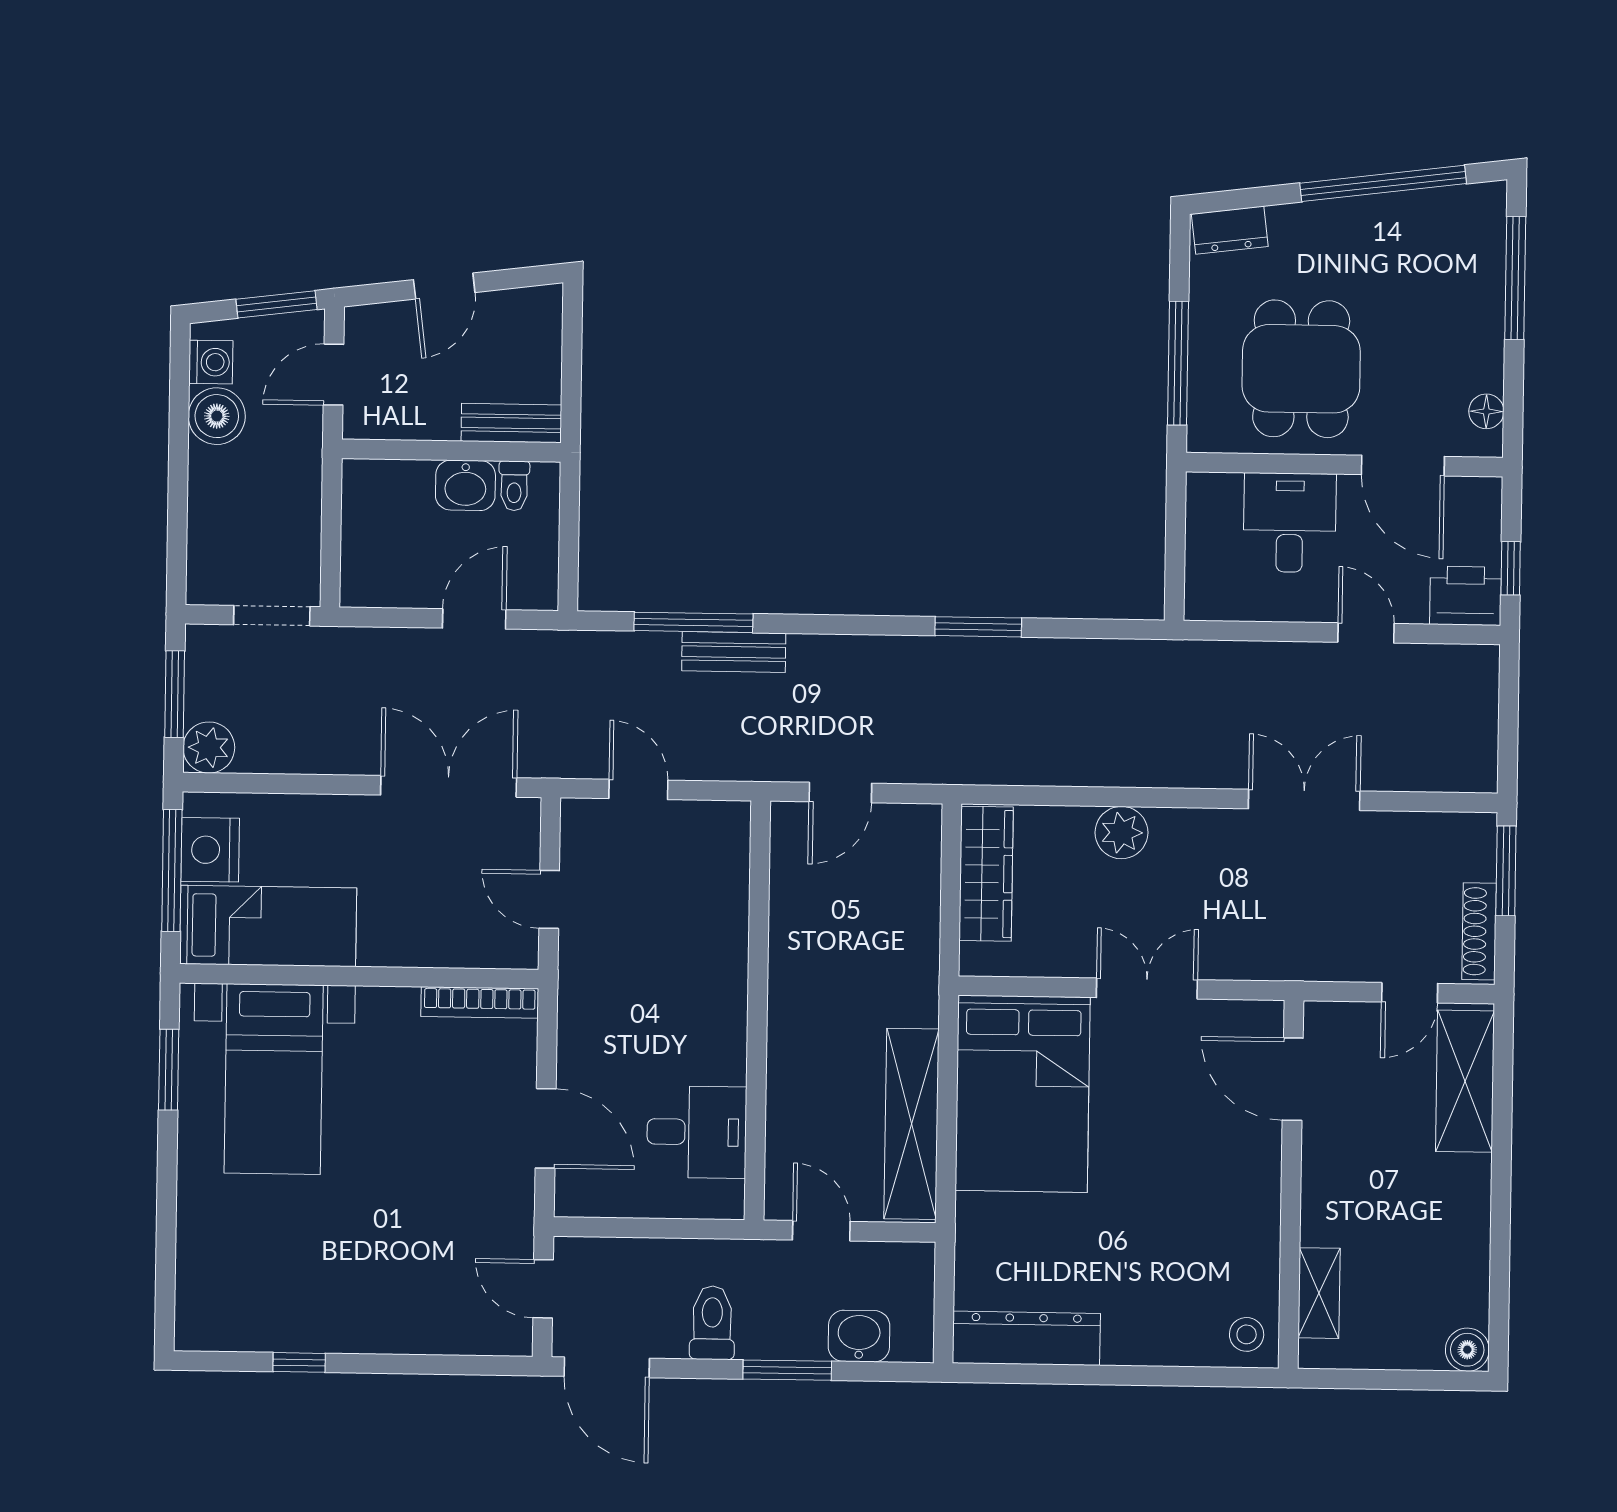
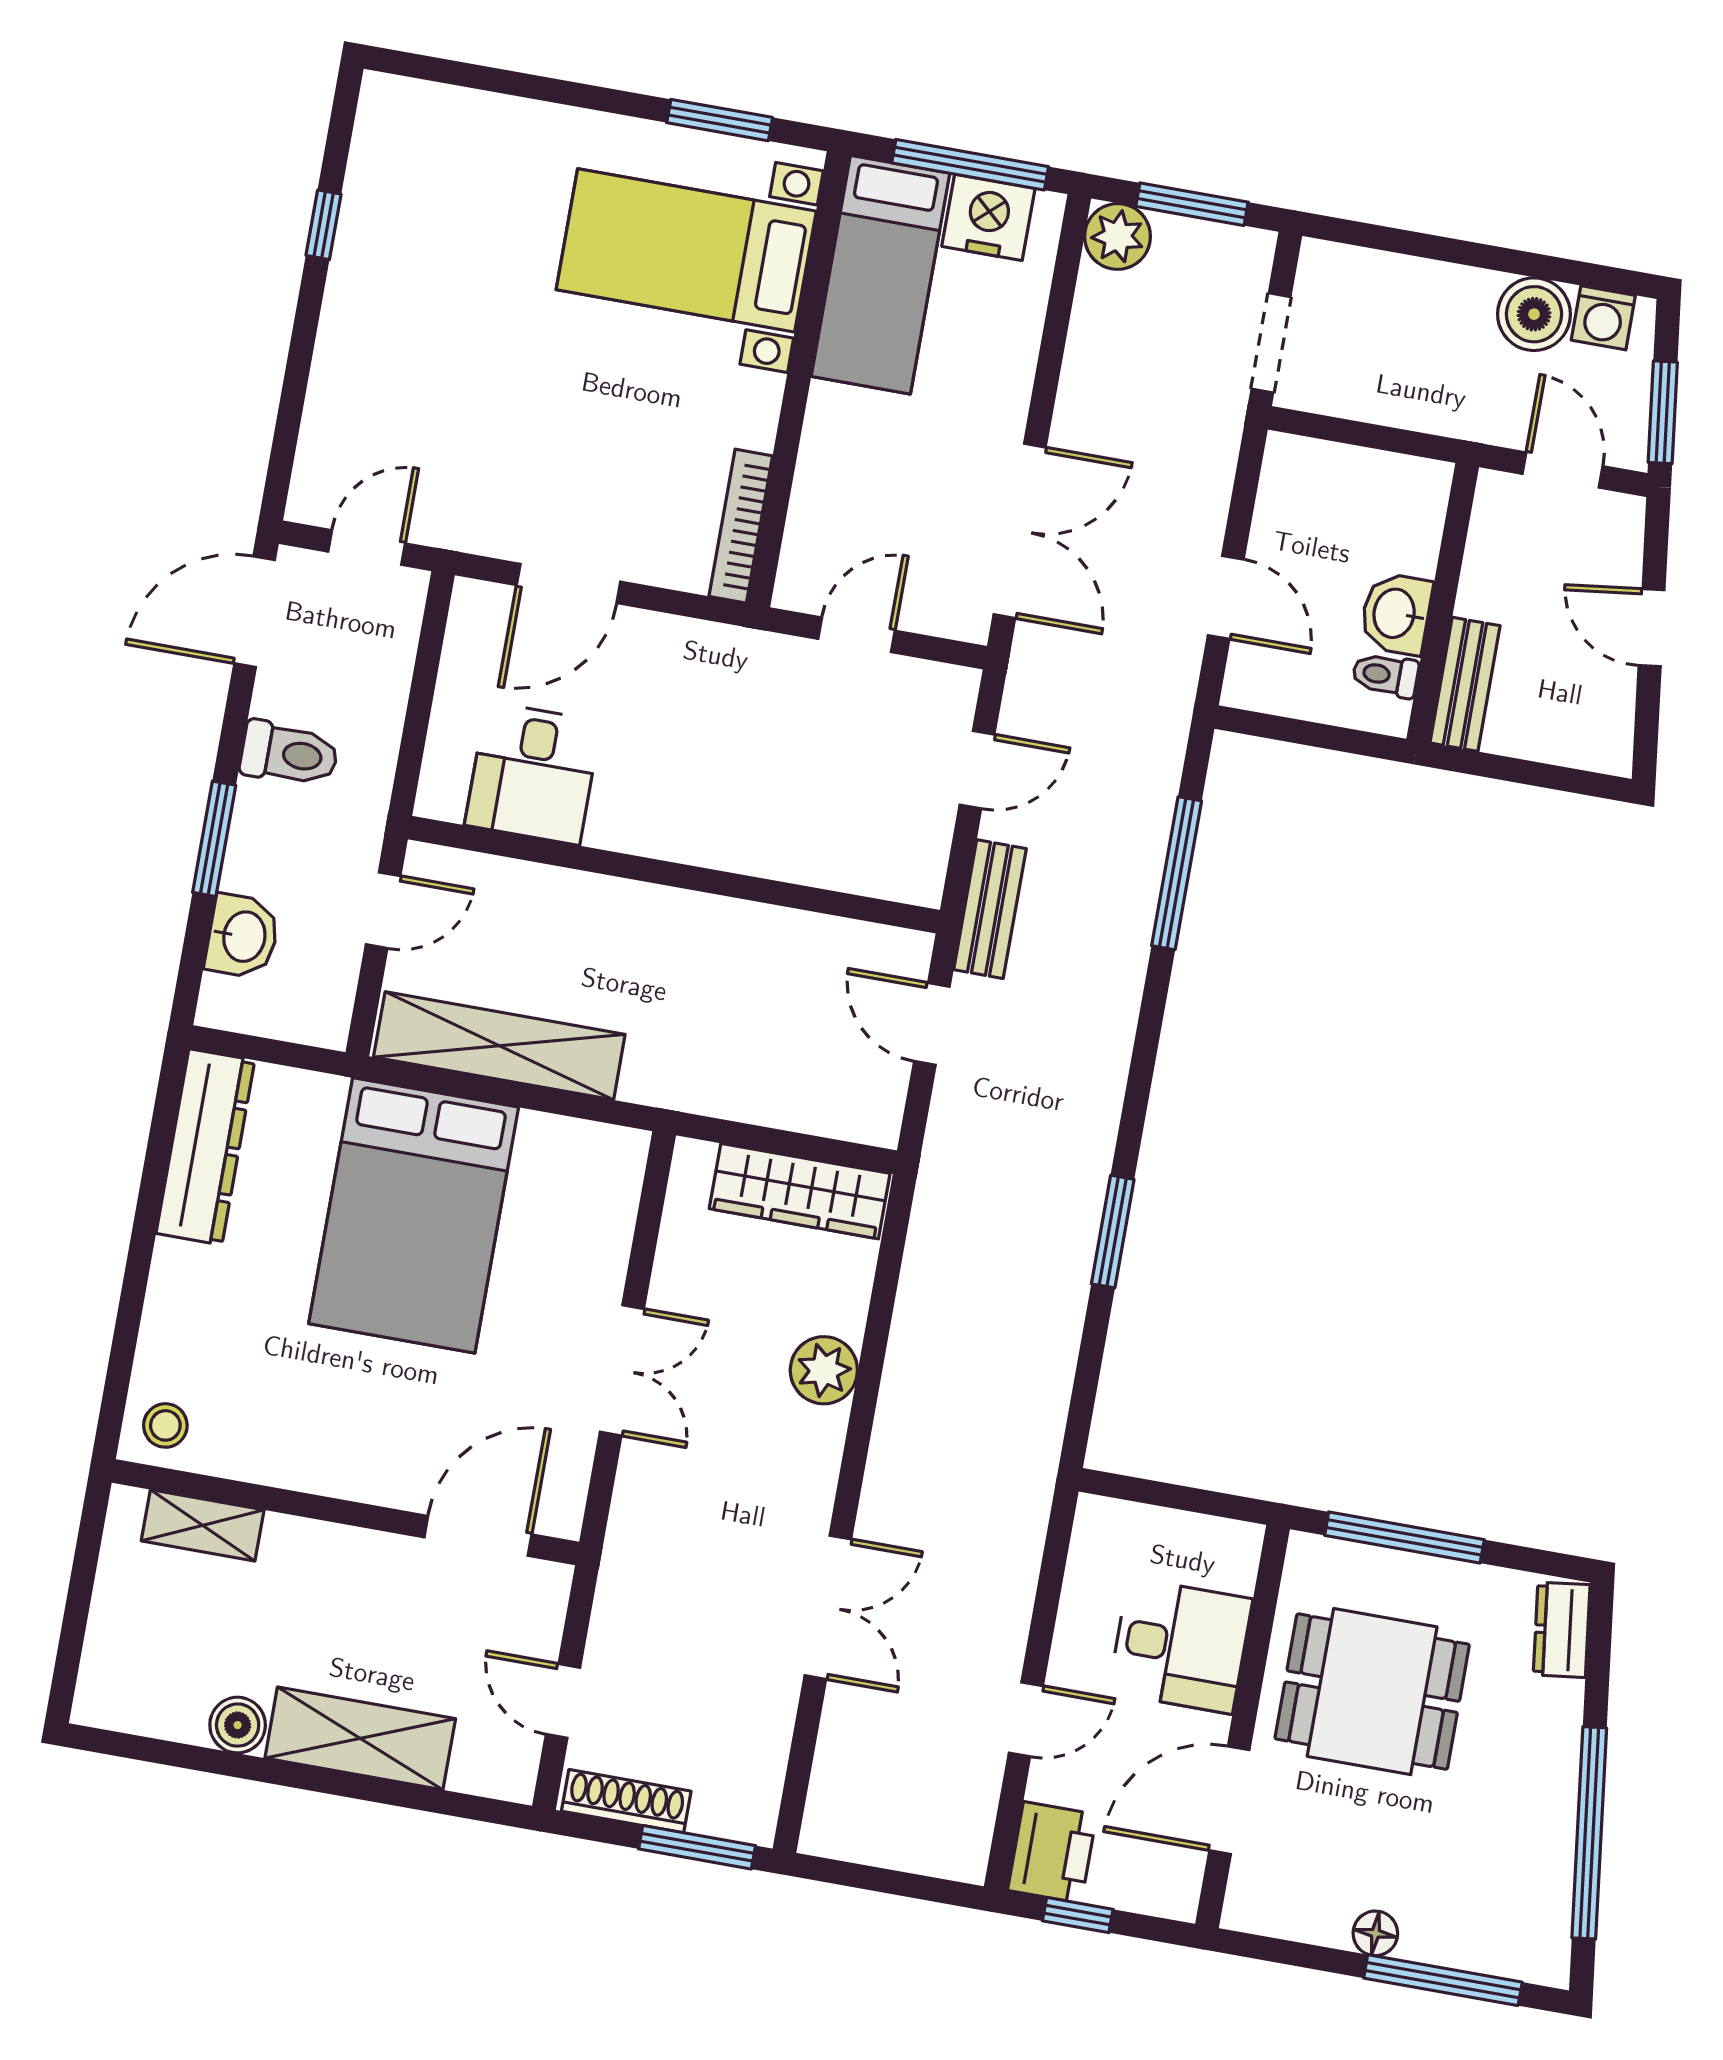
floor lamp: (1486, 411) -> (1375, 1933), moved
bench: (734, 652) -> (990, 909), moved
shelving: (1465, 1081) -> (360, 1738), moved
bed: (1023, 1094) -> (414, 1215), moved, turned -90
boiler: (1467, 1350) -> (238, 1725), moved

